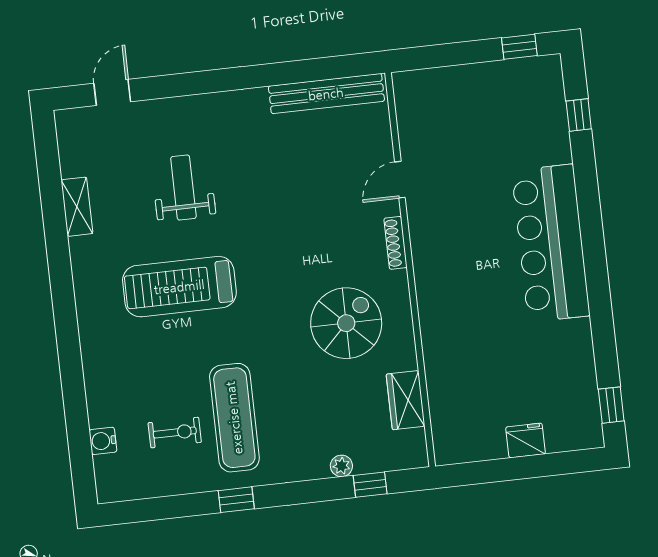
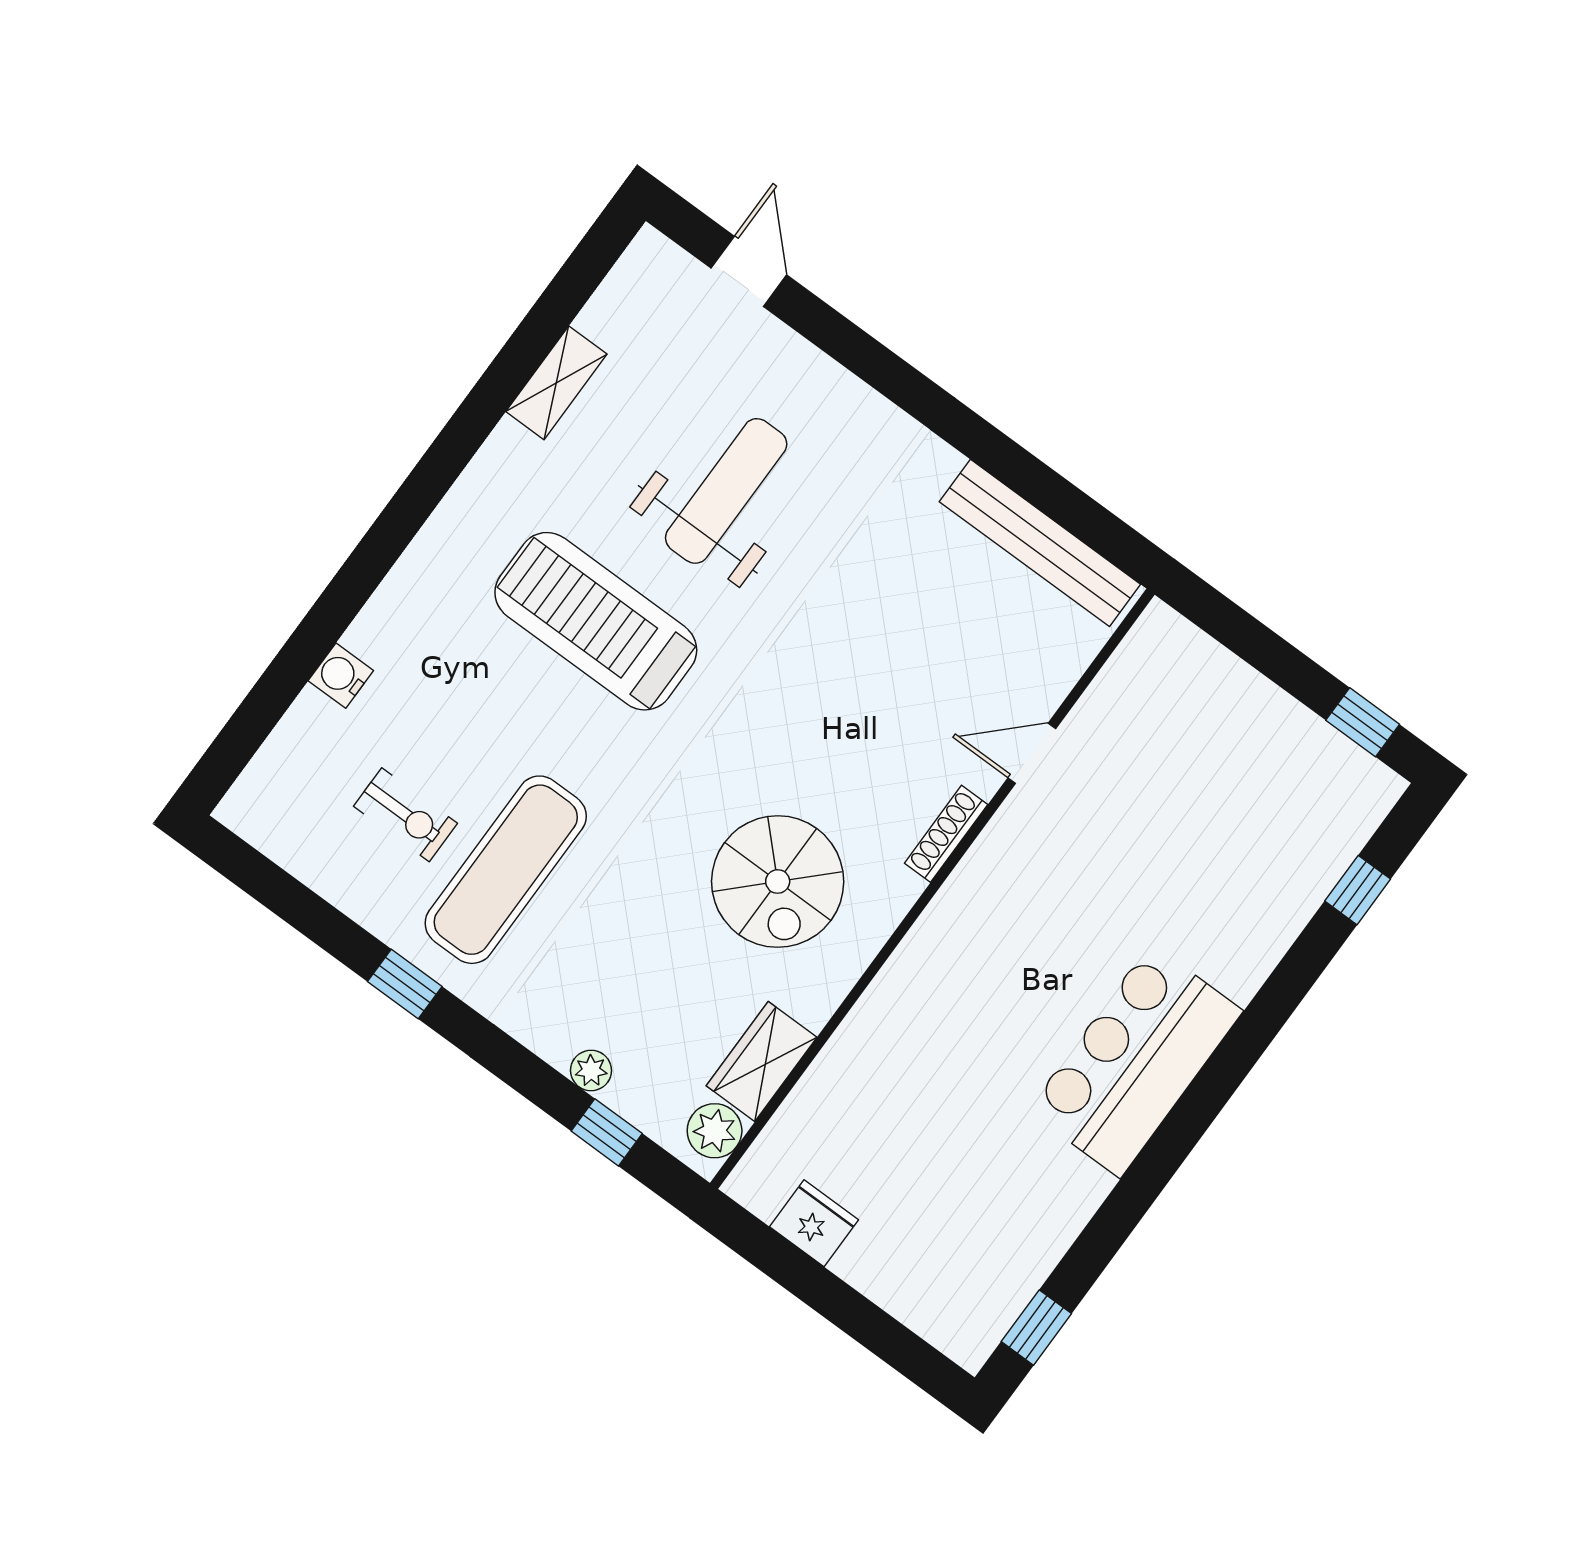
door: (112, 92) -> (749, 271), hinge flipped
weight bench: (183, 188) -> (726, 491), width x1.36, depth x1.33
bar counter: (551, 243) -> (1135, 1061), width x0.73
spiral stairs: (346, 323) -> (778, 881), turned 90
fridge: (526, 440) -> (814, 1223), moved
water cooler: (103, 441) -> (341, 676), moved
plant: (412, 445) -> (715, 1131), added

